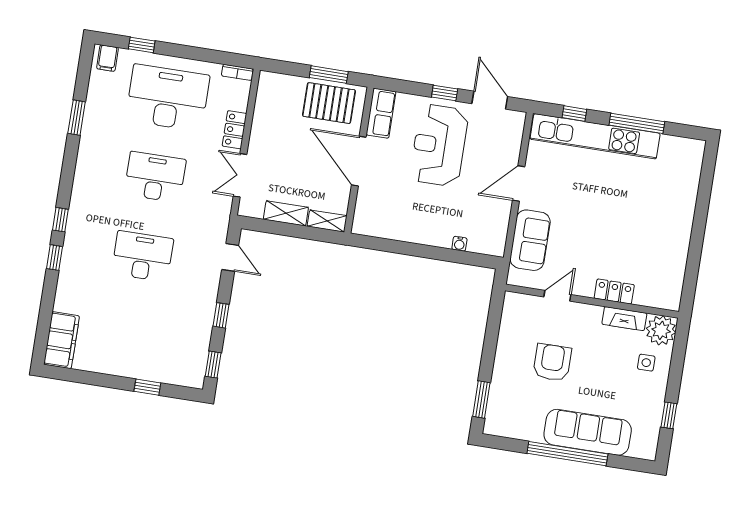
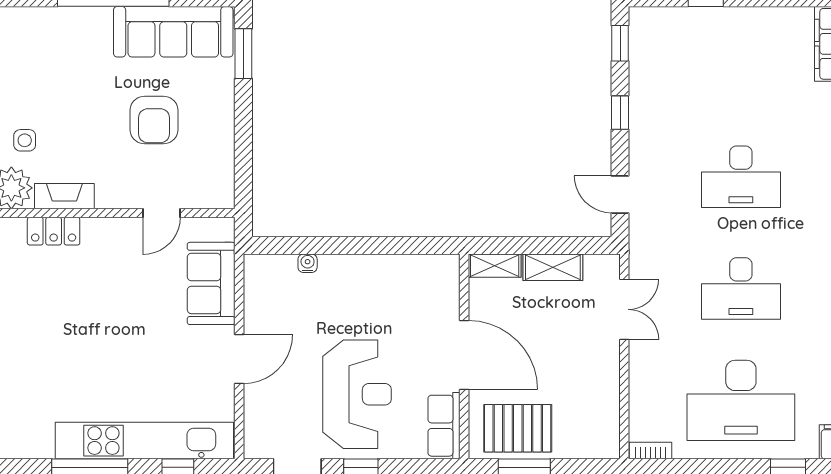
locker: (234, 130) -> (642, 371), removed
locker: (614, 292) -> (54, 231), moved
sofa: (588, 432) -> (173, 32), moved

